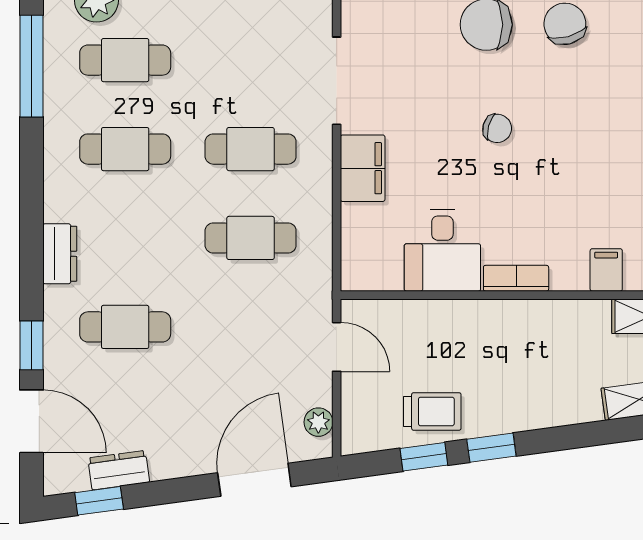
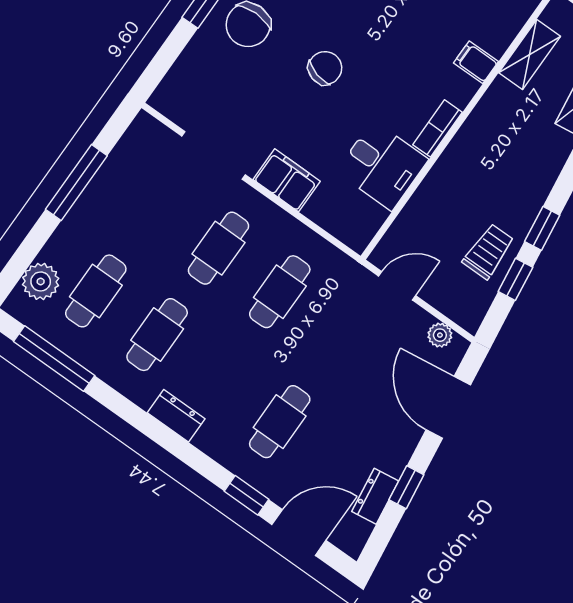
chair: (497, 128) -> (325, 68), width x1.37, depth x1.37
dresser: (60, 254) -> (176, 416), moved
window: (99, 501) -> (406, 487), moved

